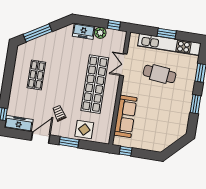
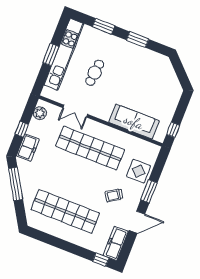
window: (114, 25) -> (22, 129), moved
window: (38, 33) -> (16, 184), moved
plant: (100, 33) -> (40, 113), moved
cafe table: (160, 74) -> (95, 73), width x0.73, depth x0.74
shop shelf: (36, 75) -> (65, 211), width x2.00, depth x1.36
door: (41, 138) -> (137, 222), swing flipped

